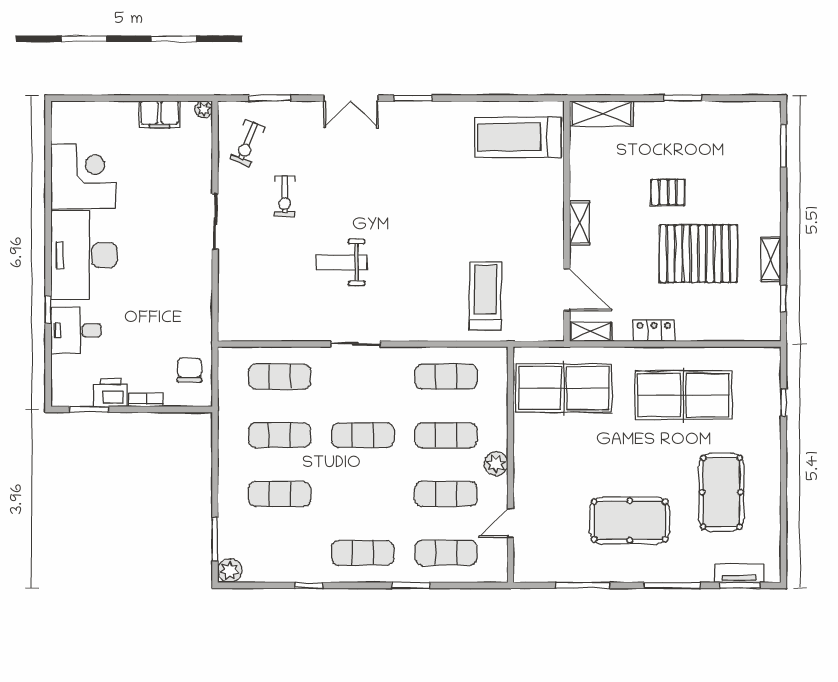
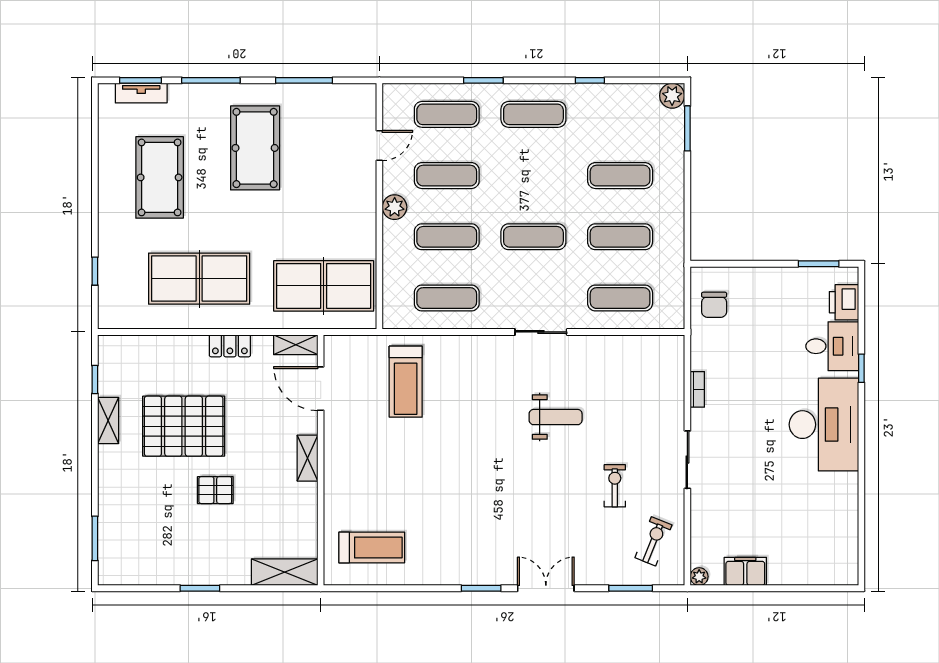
treadmill: (518, 137) -> (372, 548), width x0.73, depth x0.73
corner desk: (83, 176) -> (825, 507), removed
printer: (110, 393) -> (844, 302), moved, turned 90
bookcase: (146, 400) -> (697, 389), moved, turned -90
pool table: (630, 521) -> (255, 148), turned 90

